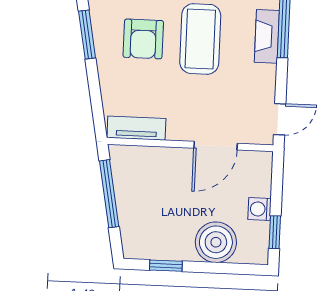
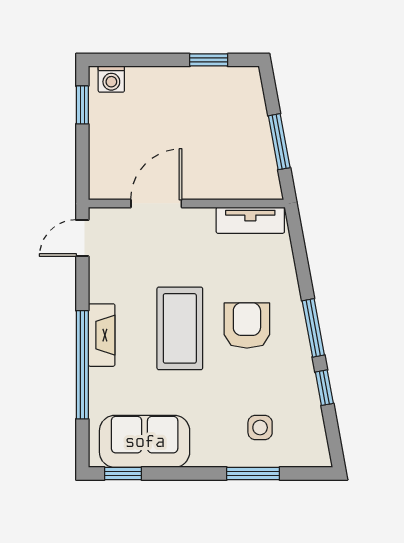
window: (109, 194) -> (279, 142), width x0.69
washing machine: (259, 209) -> (111, 79), moved, turned 90
boiler: (216, 242) -> (151, 90), removed

